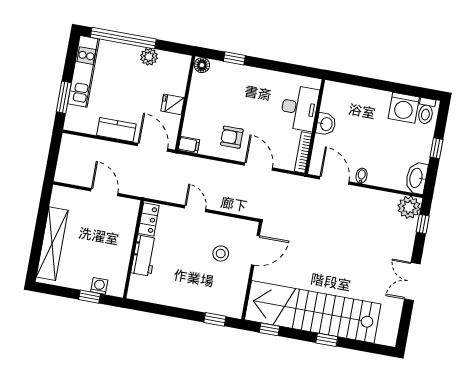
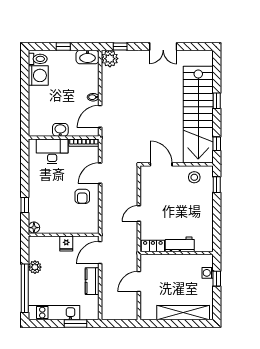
filing cabinet: (189, 145) -> (94, 226), removed
stool: (221, 254) -> (194, 177), moved

